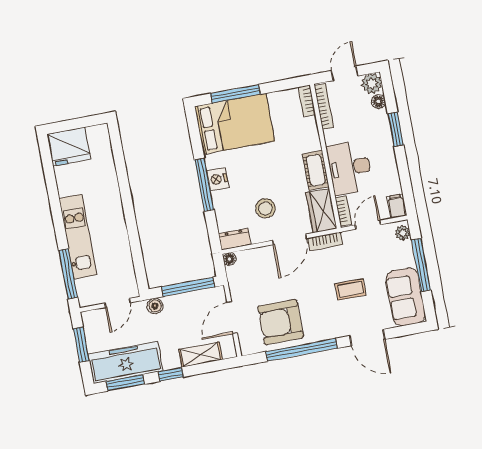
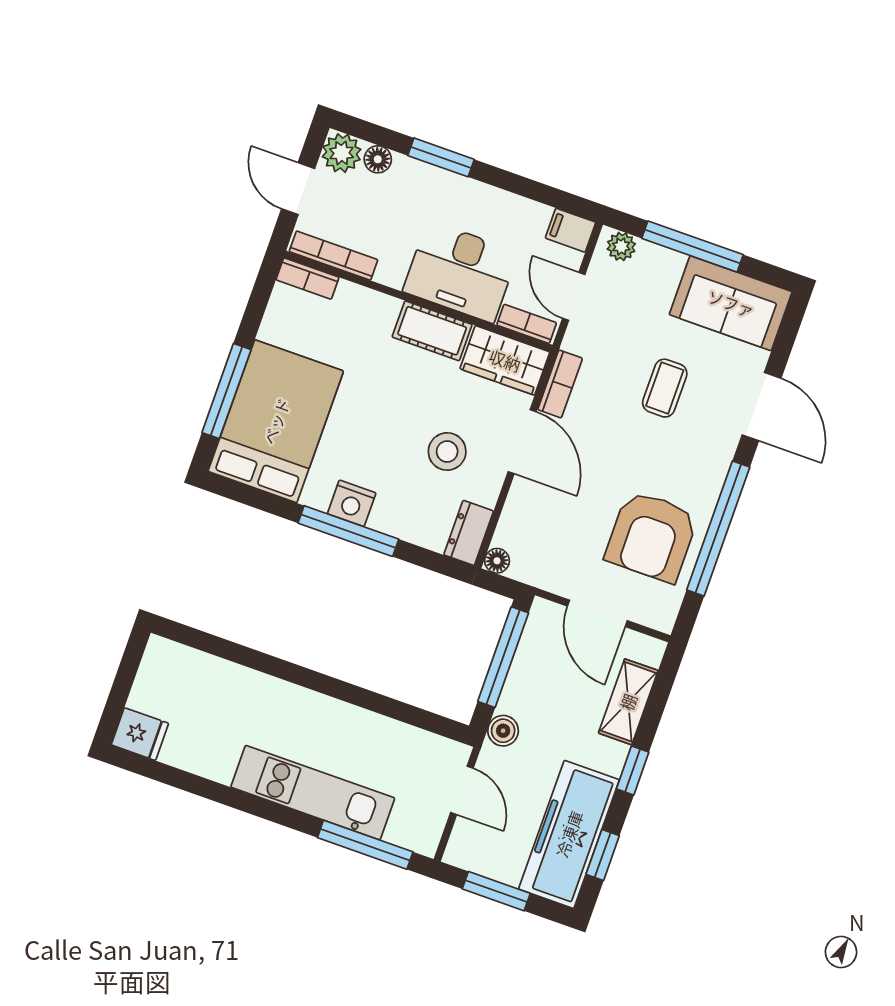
fridge: (69, 147) -> (140, 734), width x0.53, depth x0.75
door: (367, 338) -> (761, 407), hinge flipped
window: (125, 383) -> (603, 855), width x0.67

